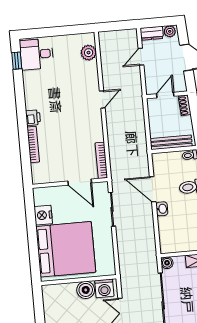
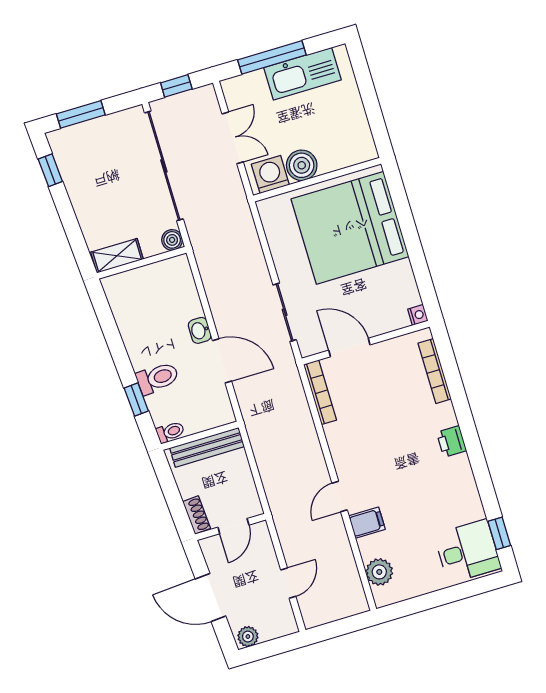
dresser: (152, 33) -> (278, 627), removed
filing cabinet: (90, 82) -> (367, 523), added
bookcase: (33, 145) -> (435, 371), moved
nightstand: (43, 215) -> (418, 315), moved, width x0.53, depth x0.56

